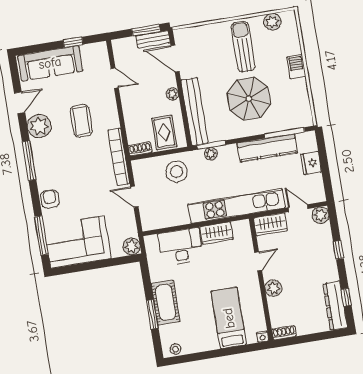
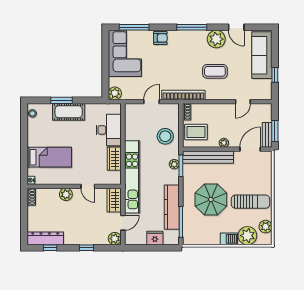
plant: (288, 43) -> (247, 236), added

